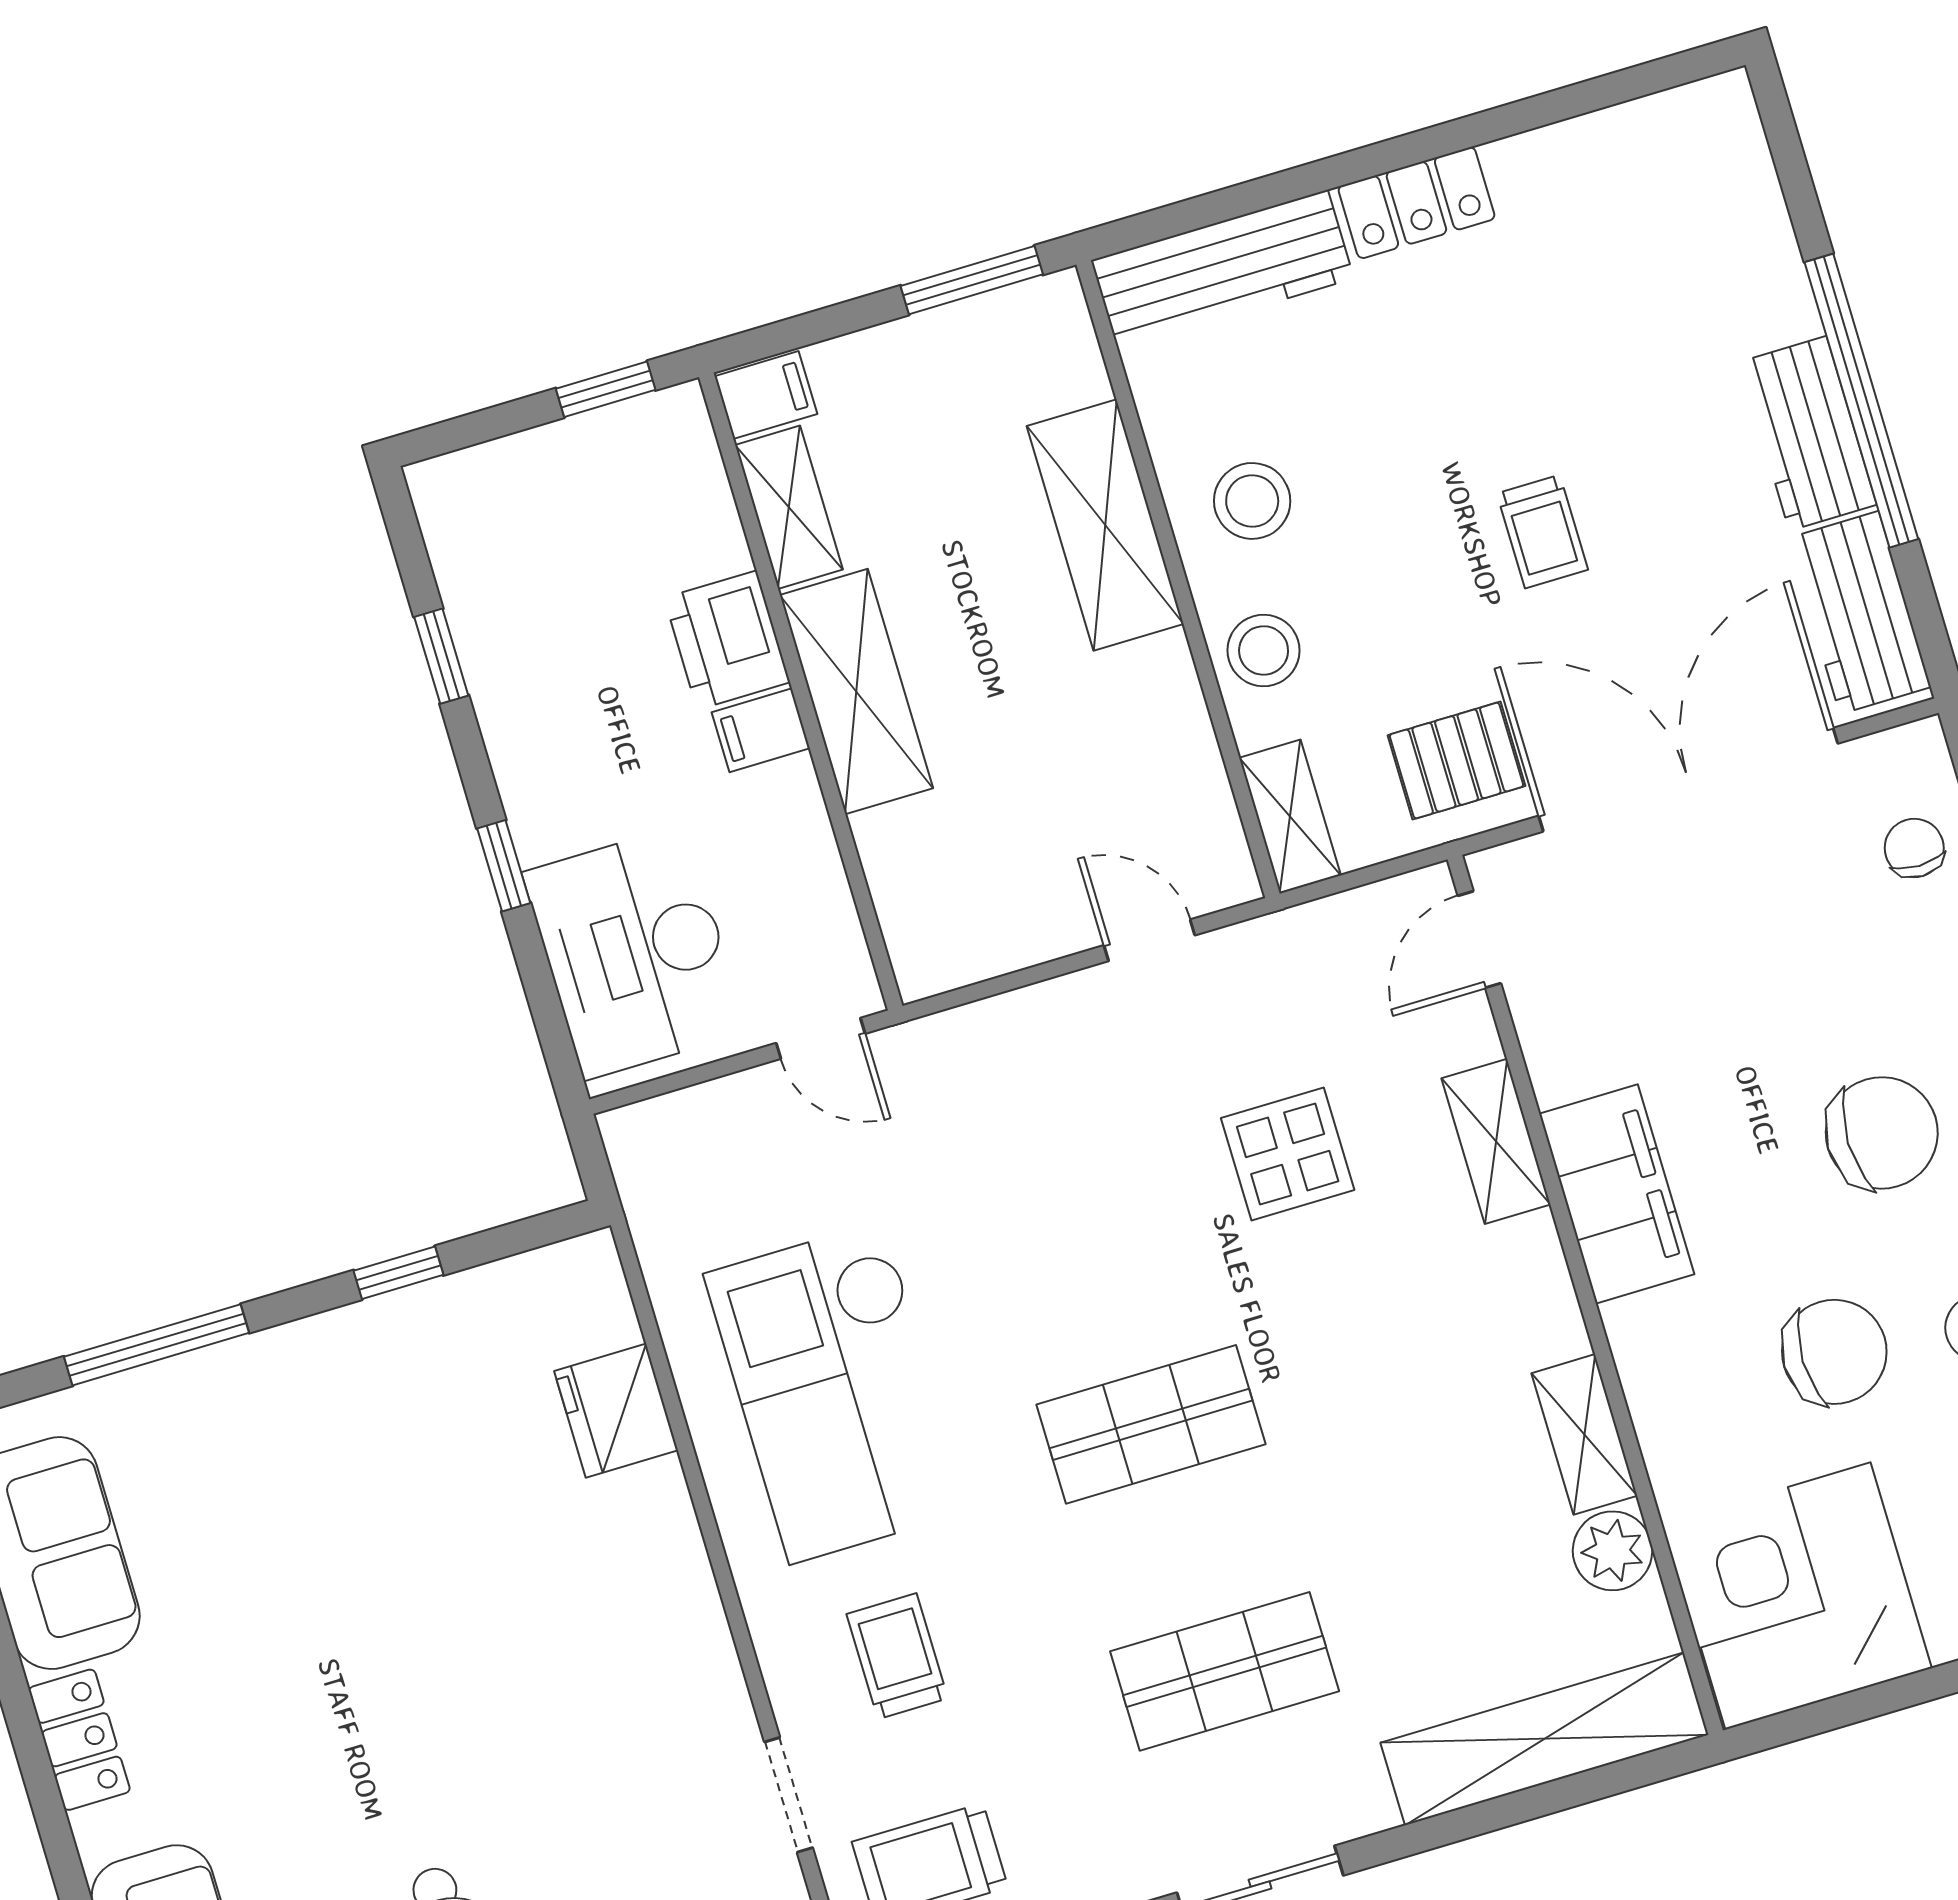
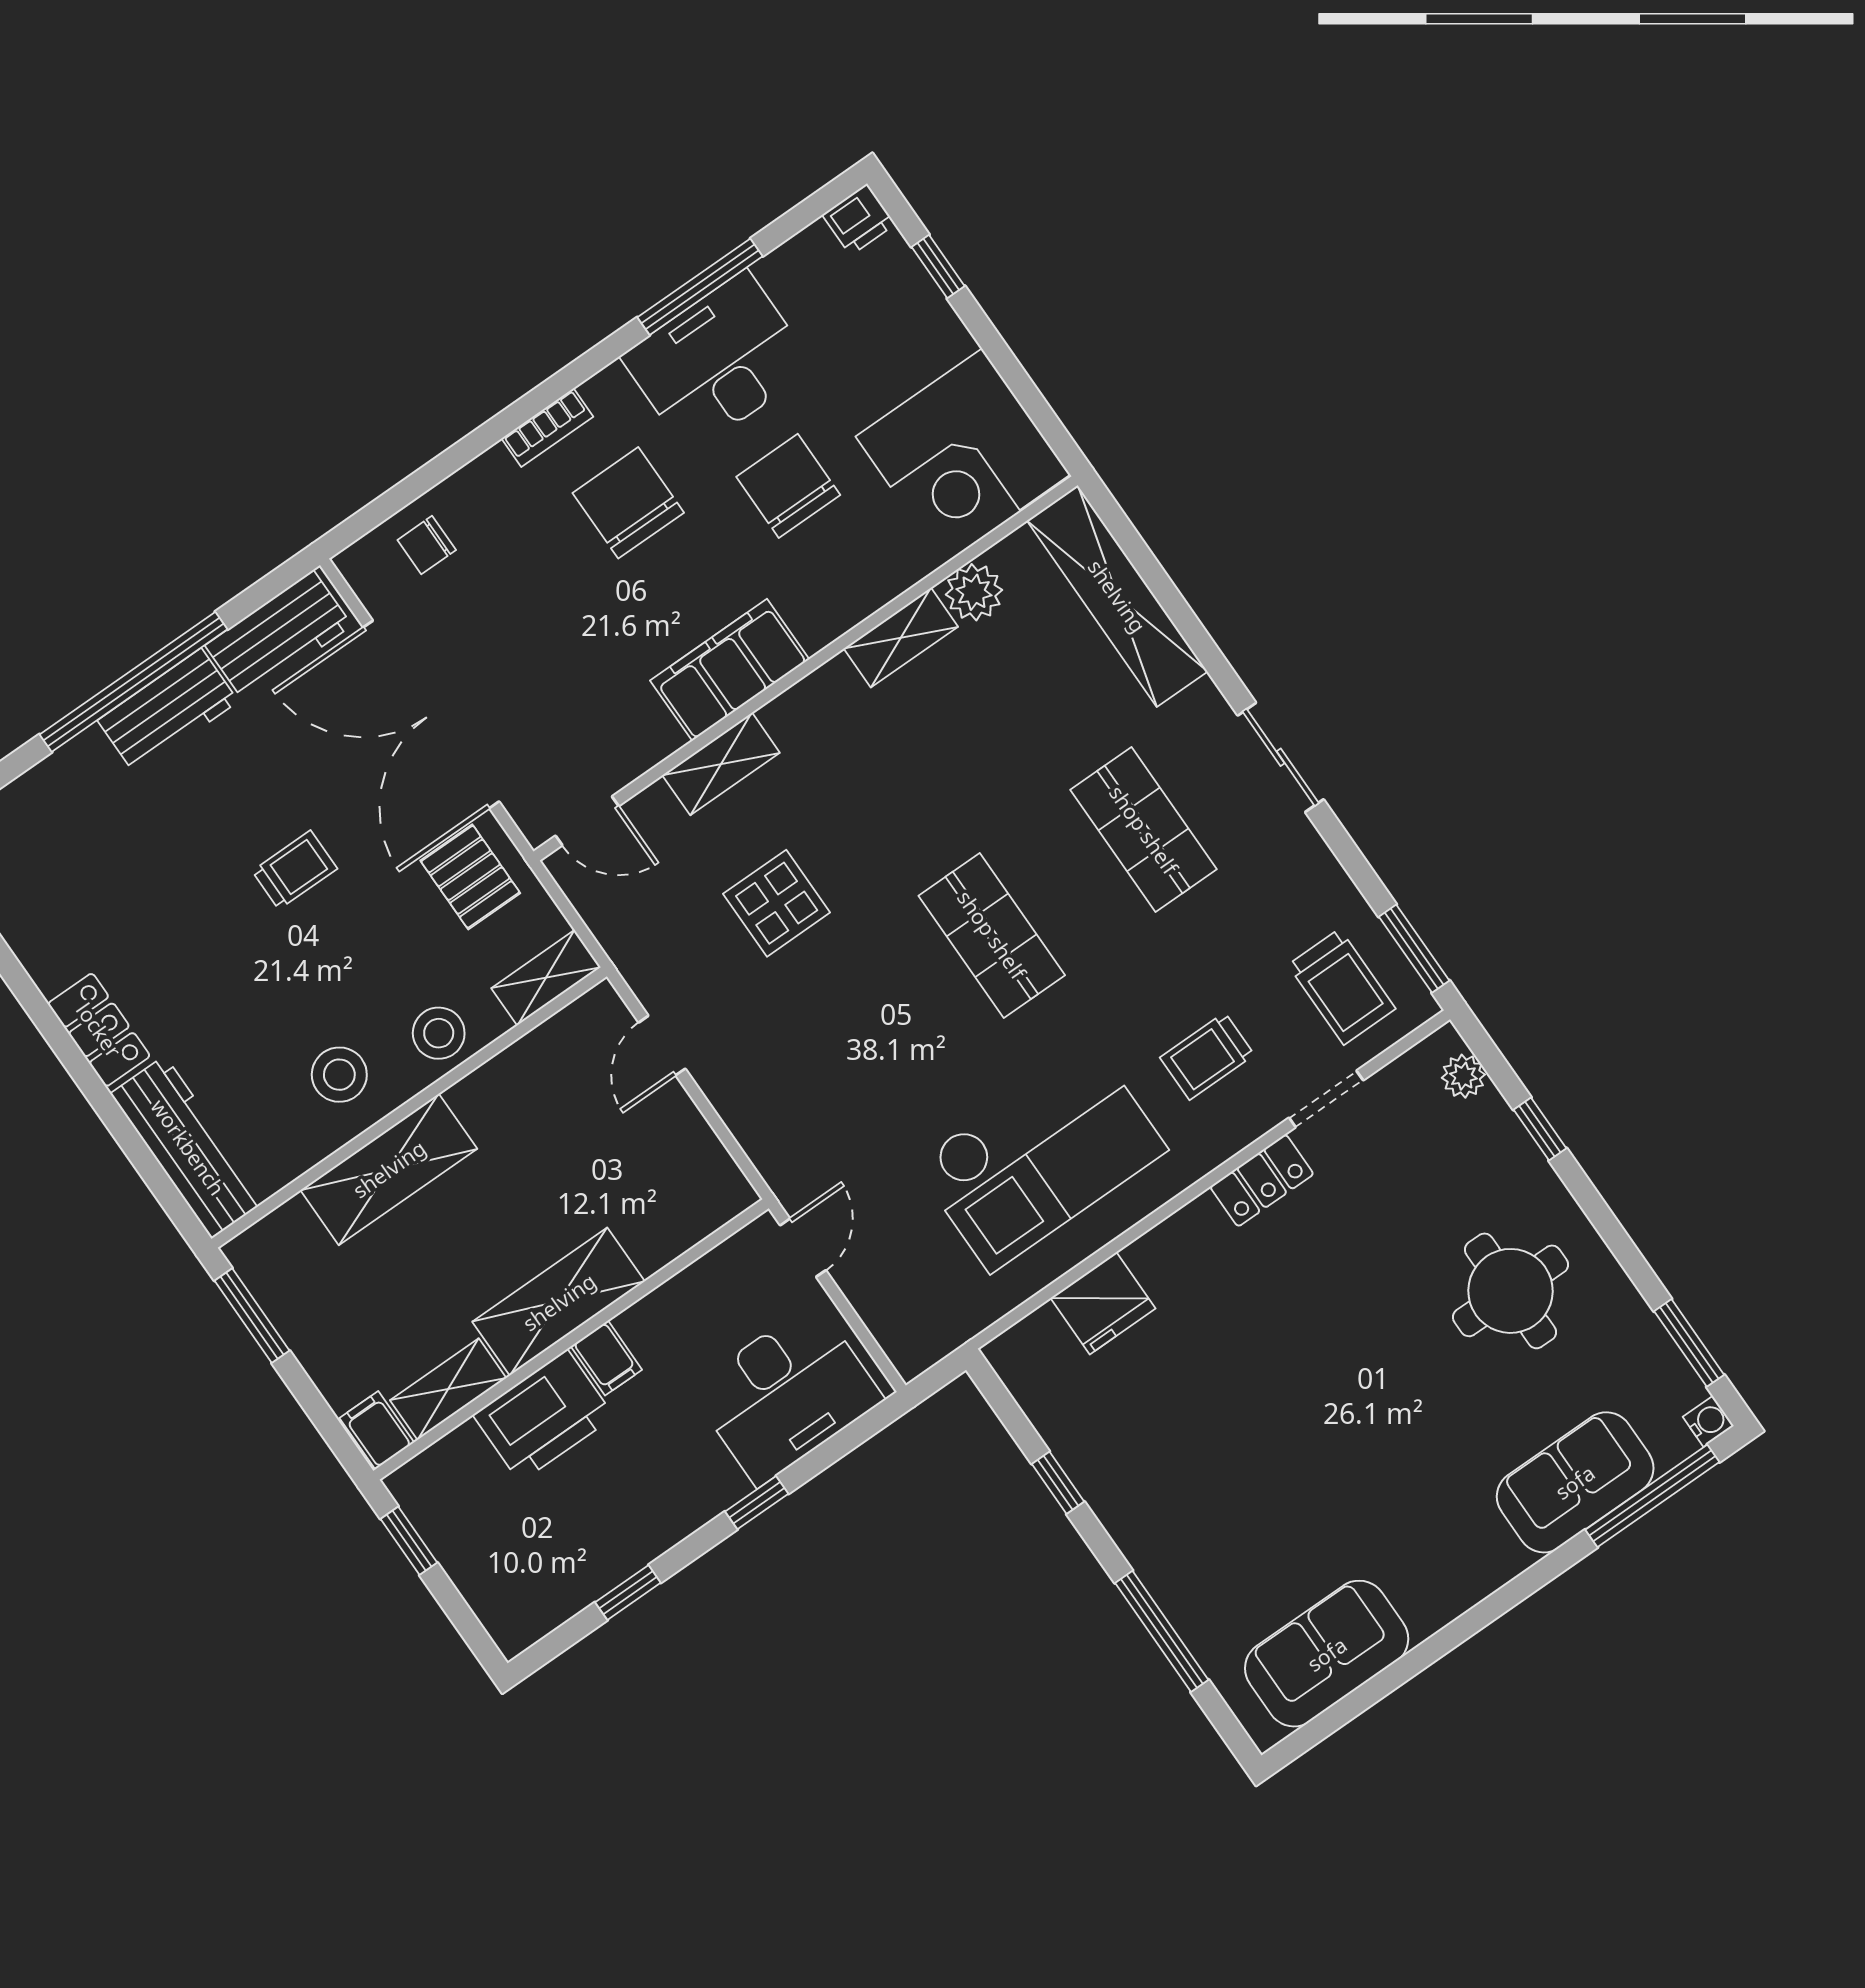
printer: (727, 640) -> (544, 1416), width x1.37, depth x1.19
locker: (79, 1740) -> (1262, 1180), moved, turned 180

